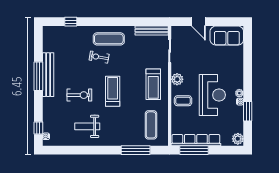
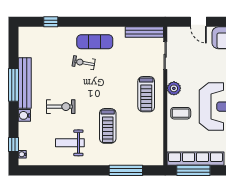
treadmill: (113, 91) -> (108, 126), moved, turned 180
water cooler: (48, 103) -> (24, 115), added
exercise mat: (151, 125) -> (144, 141), removed

